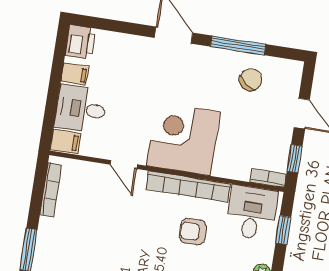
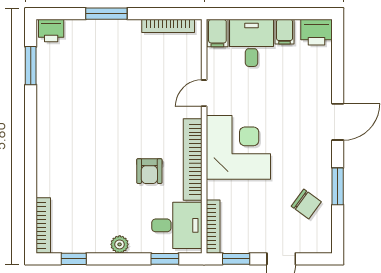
window: (238, 45) -> (338, 186), width x0.69
bookcase: (268, 178) -> (213, 227), width x1.56
armchair: (193, 232) -> (149, 171), turned 180

